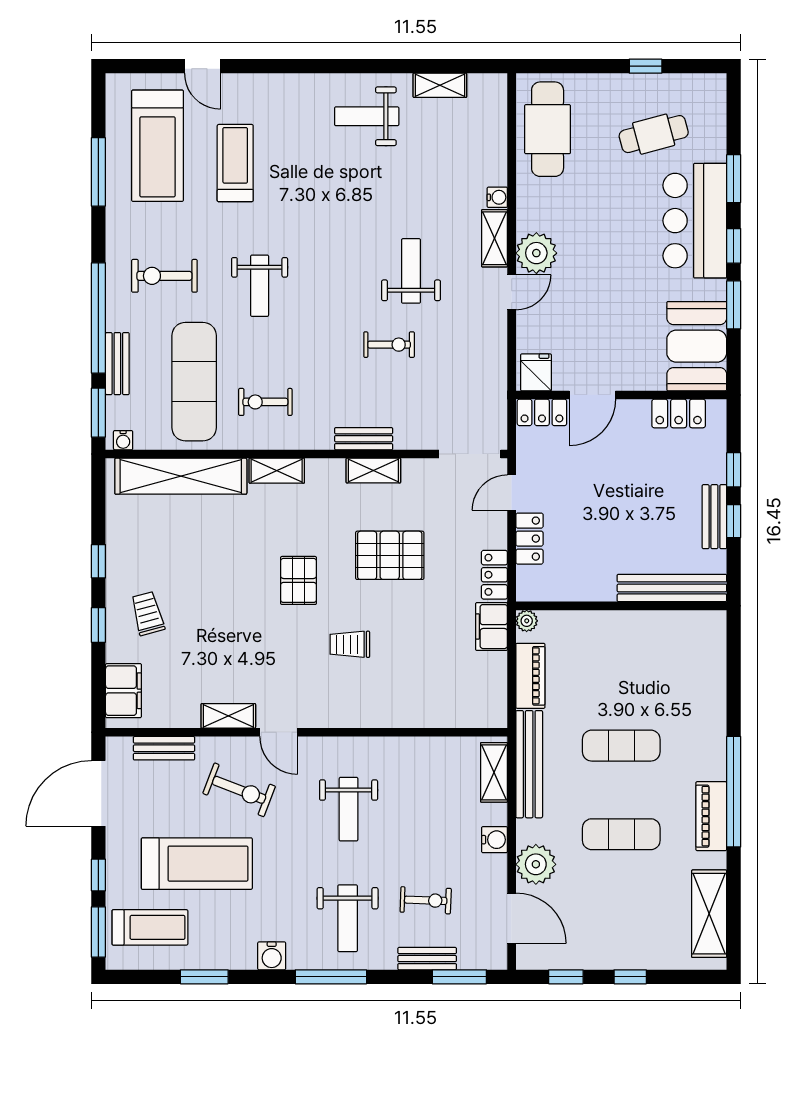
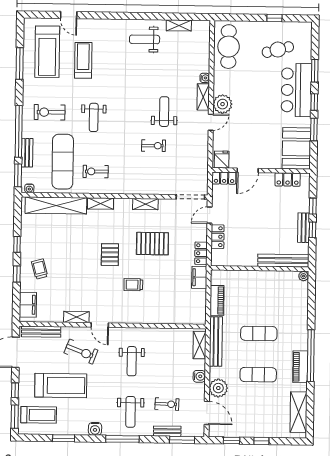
bench: (364, 439) -> (141, 189), removed
plant: (527, 621) -> (304, 276), moved
bench: (164, 748) -> (41, 332), width x1.36

